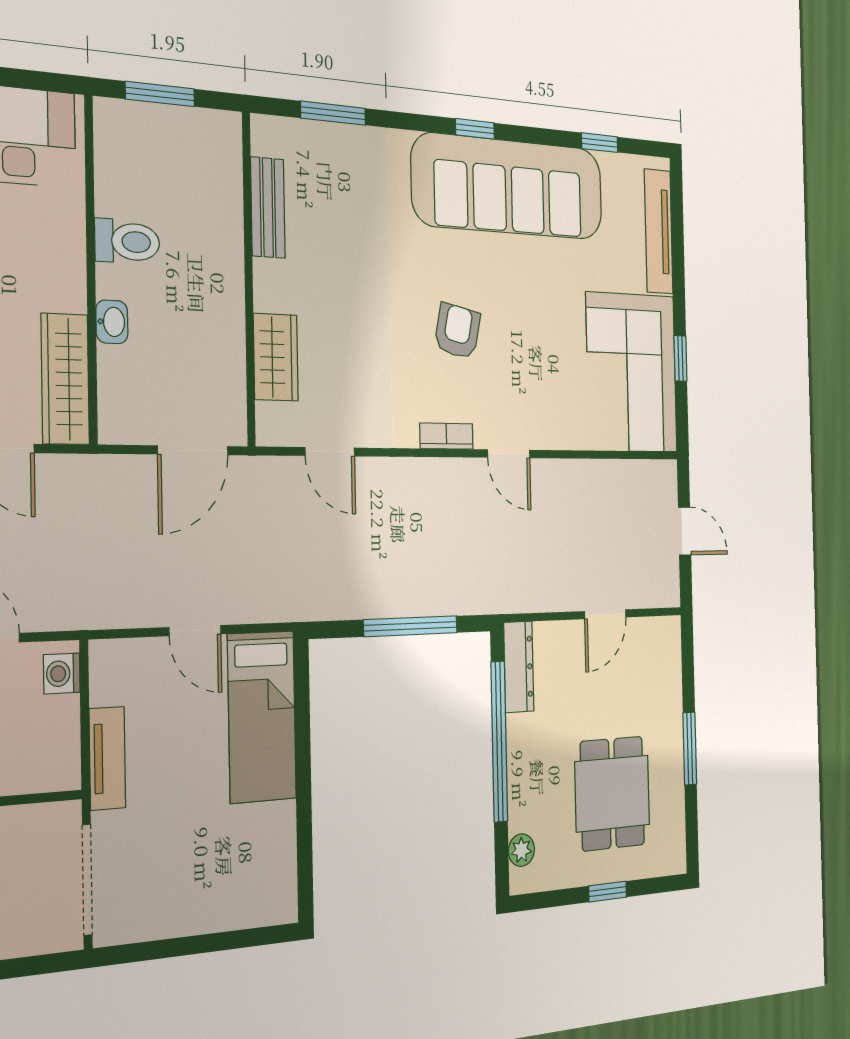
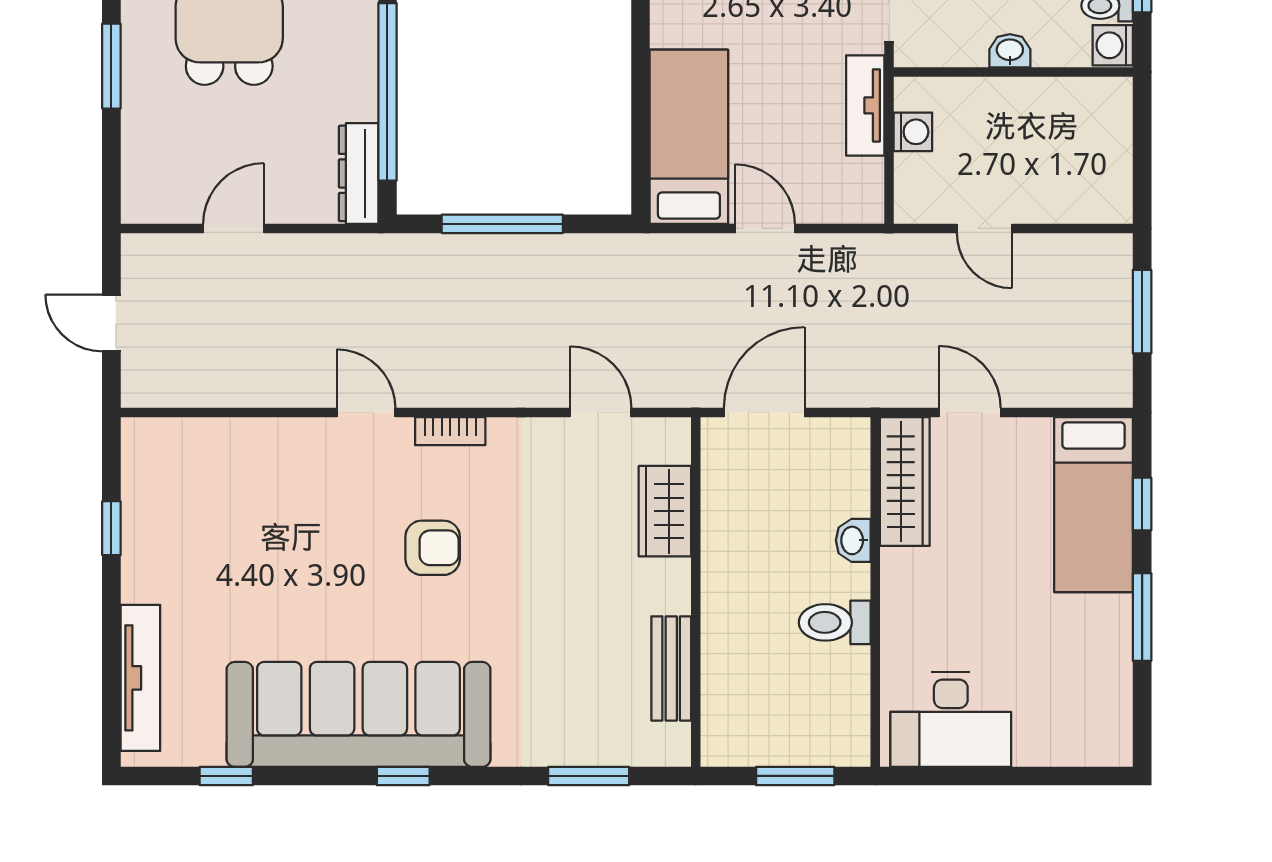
armchair: (457, 331) -> (433, 548), turned -102
corner sofa: (632, 373) -> (186, 509), removed
washing machine: (62, 674) -> (913, 132), moved

